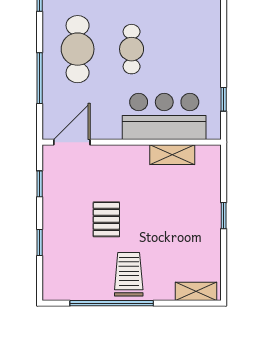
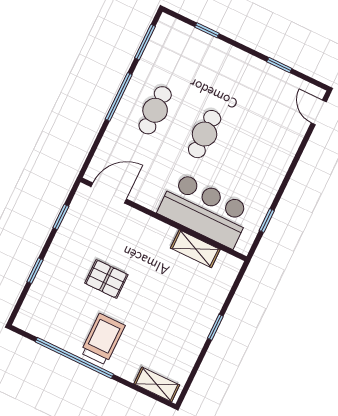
cafe table: (78, 49) -> (155, 110), width x0.73, depth x0.74
window: (40, 78) -> (119, 97), moved
pallet: (106, 219) -> (106, 279), turned 90

